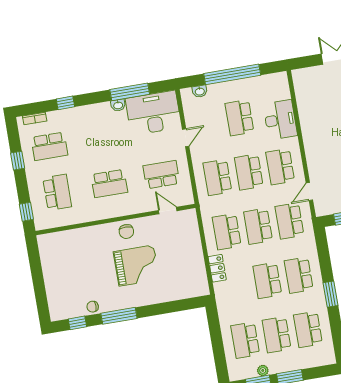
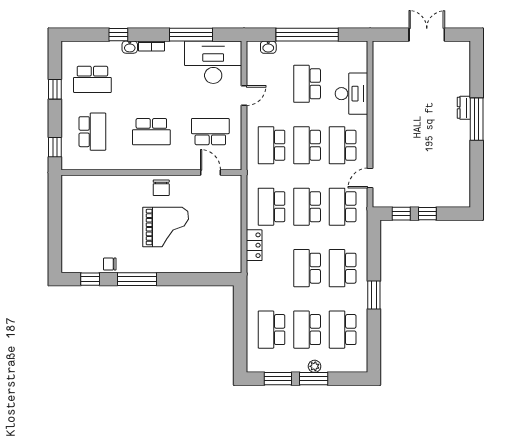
washbasin: (118, 105) -> (130, 47), moved
bookcase: (35, 118) -> (152, 46), moved
plant: (263, 370) -> (315, 366), moved

